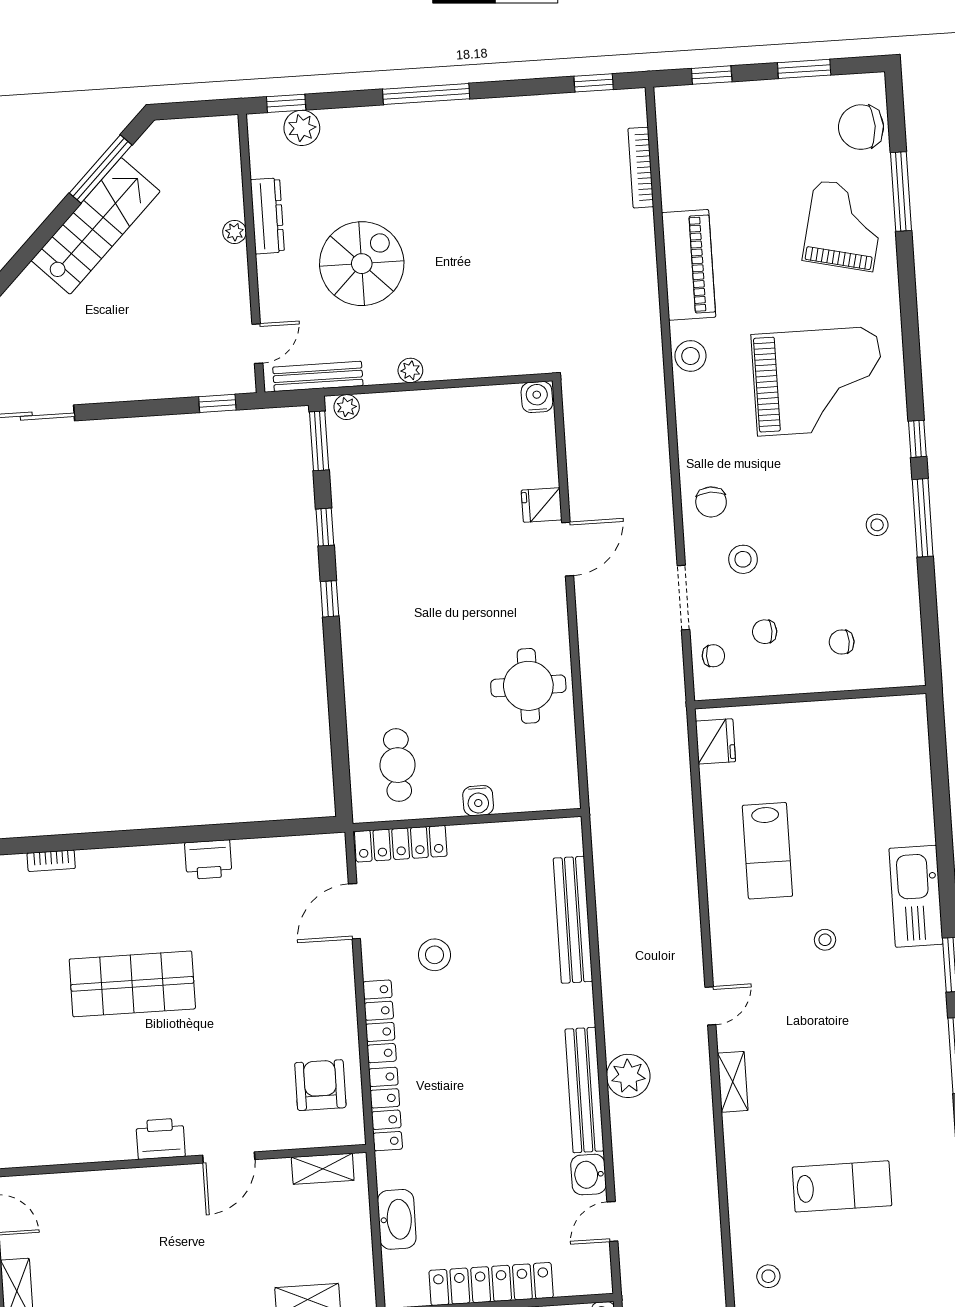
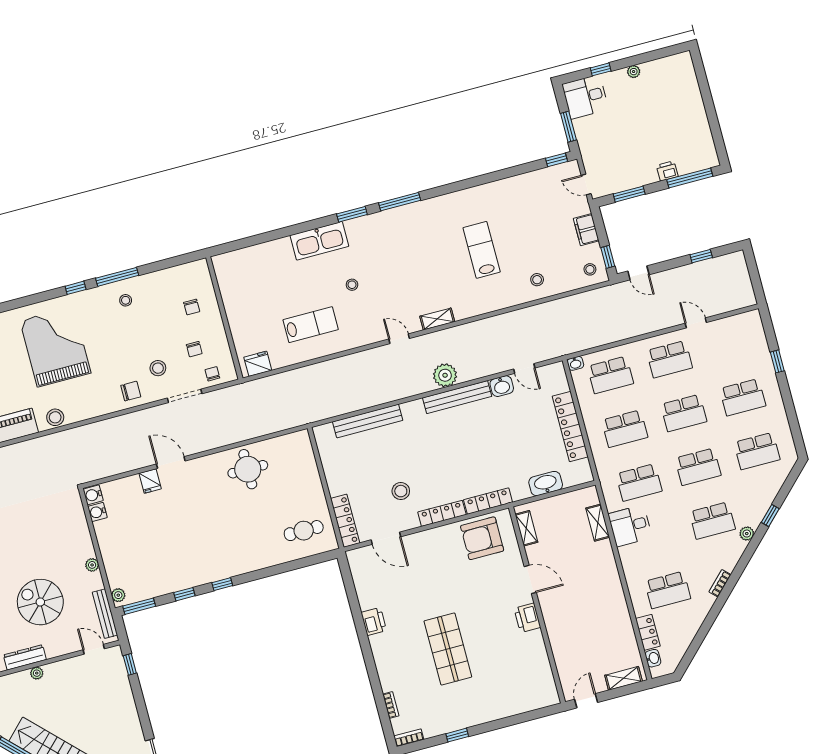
water cooler: (478, 801) -> (97, 512), moved, turned 180
armchair: (320, 1085) -> (482, 538), width x1.36, depth x1.36

